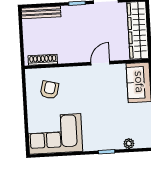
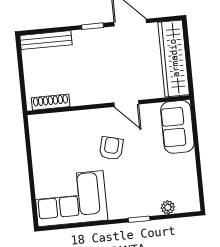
door: (100, 63) -> (126, 103), swing flipped
armchair: (49, 90) -> (111, 148), moved

